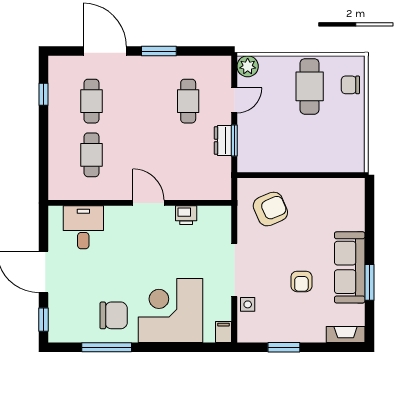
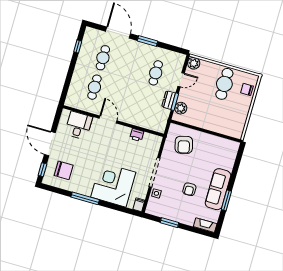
plant: (247, 149) -> (181, 108), added
door: (148, 203) -> (108, 119), moved
armchair: (270, 209) -> (184, 145), turned 99
chair: (114, 315) -> (64, 170), moved
window: (107, 347) -> (85, 198), moved

